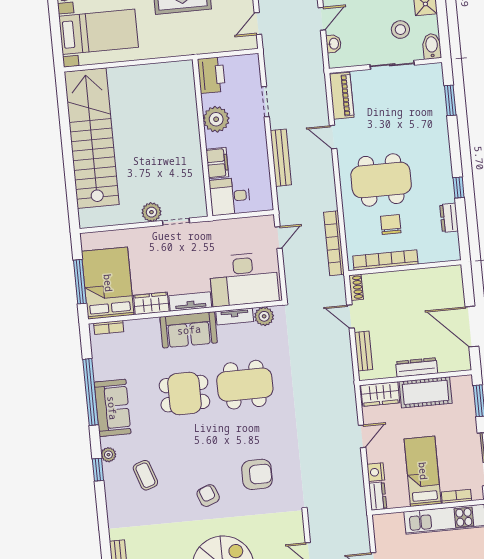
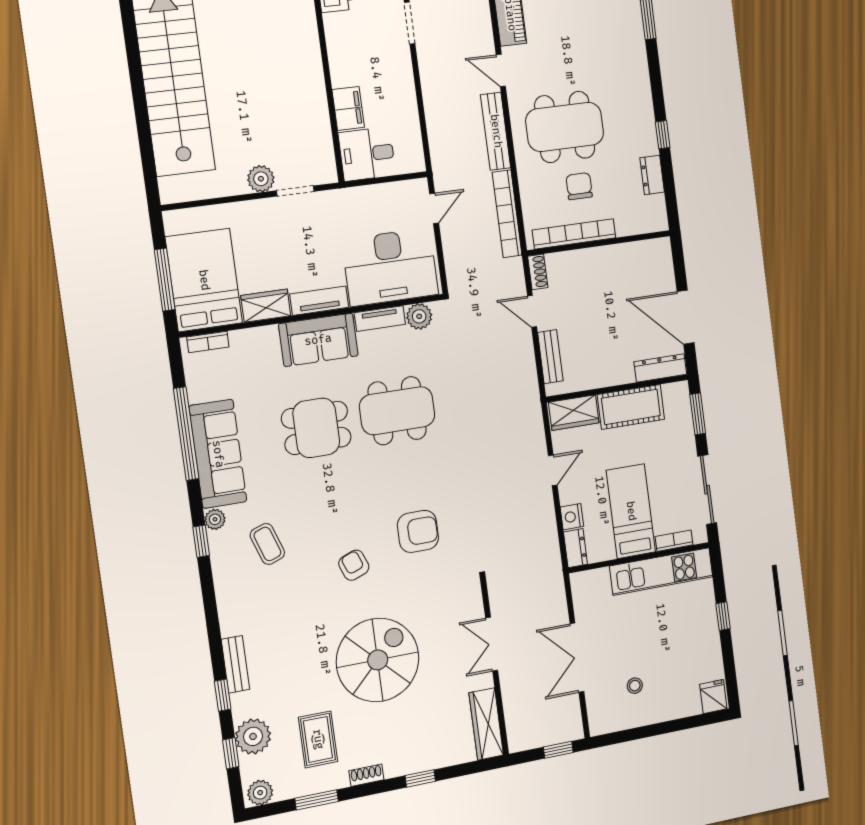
plant: (216, 119) -> (344, 48), removed
bench: (281, 158) -> (496, 131), moved
dresser: (417, 367) -> (660, 368), moved
sofa: (112, 408) -> (218, 454), width x1.36

